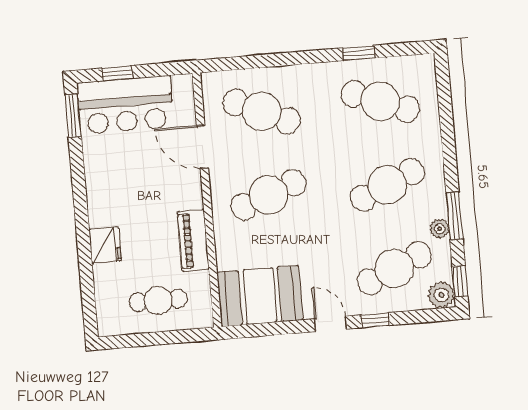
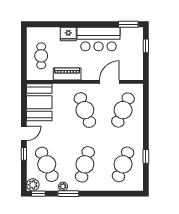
bar counter: (125, 105) -> (99, 39), moved, turned -90
cafe table: (387, 185) -> (85, 164), turned 39

